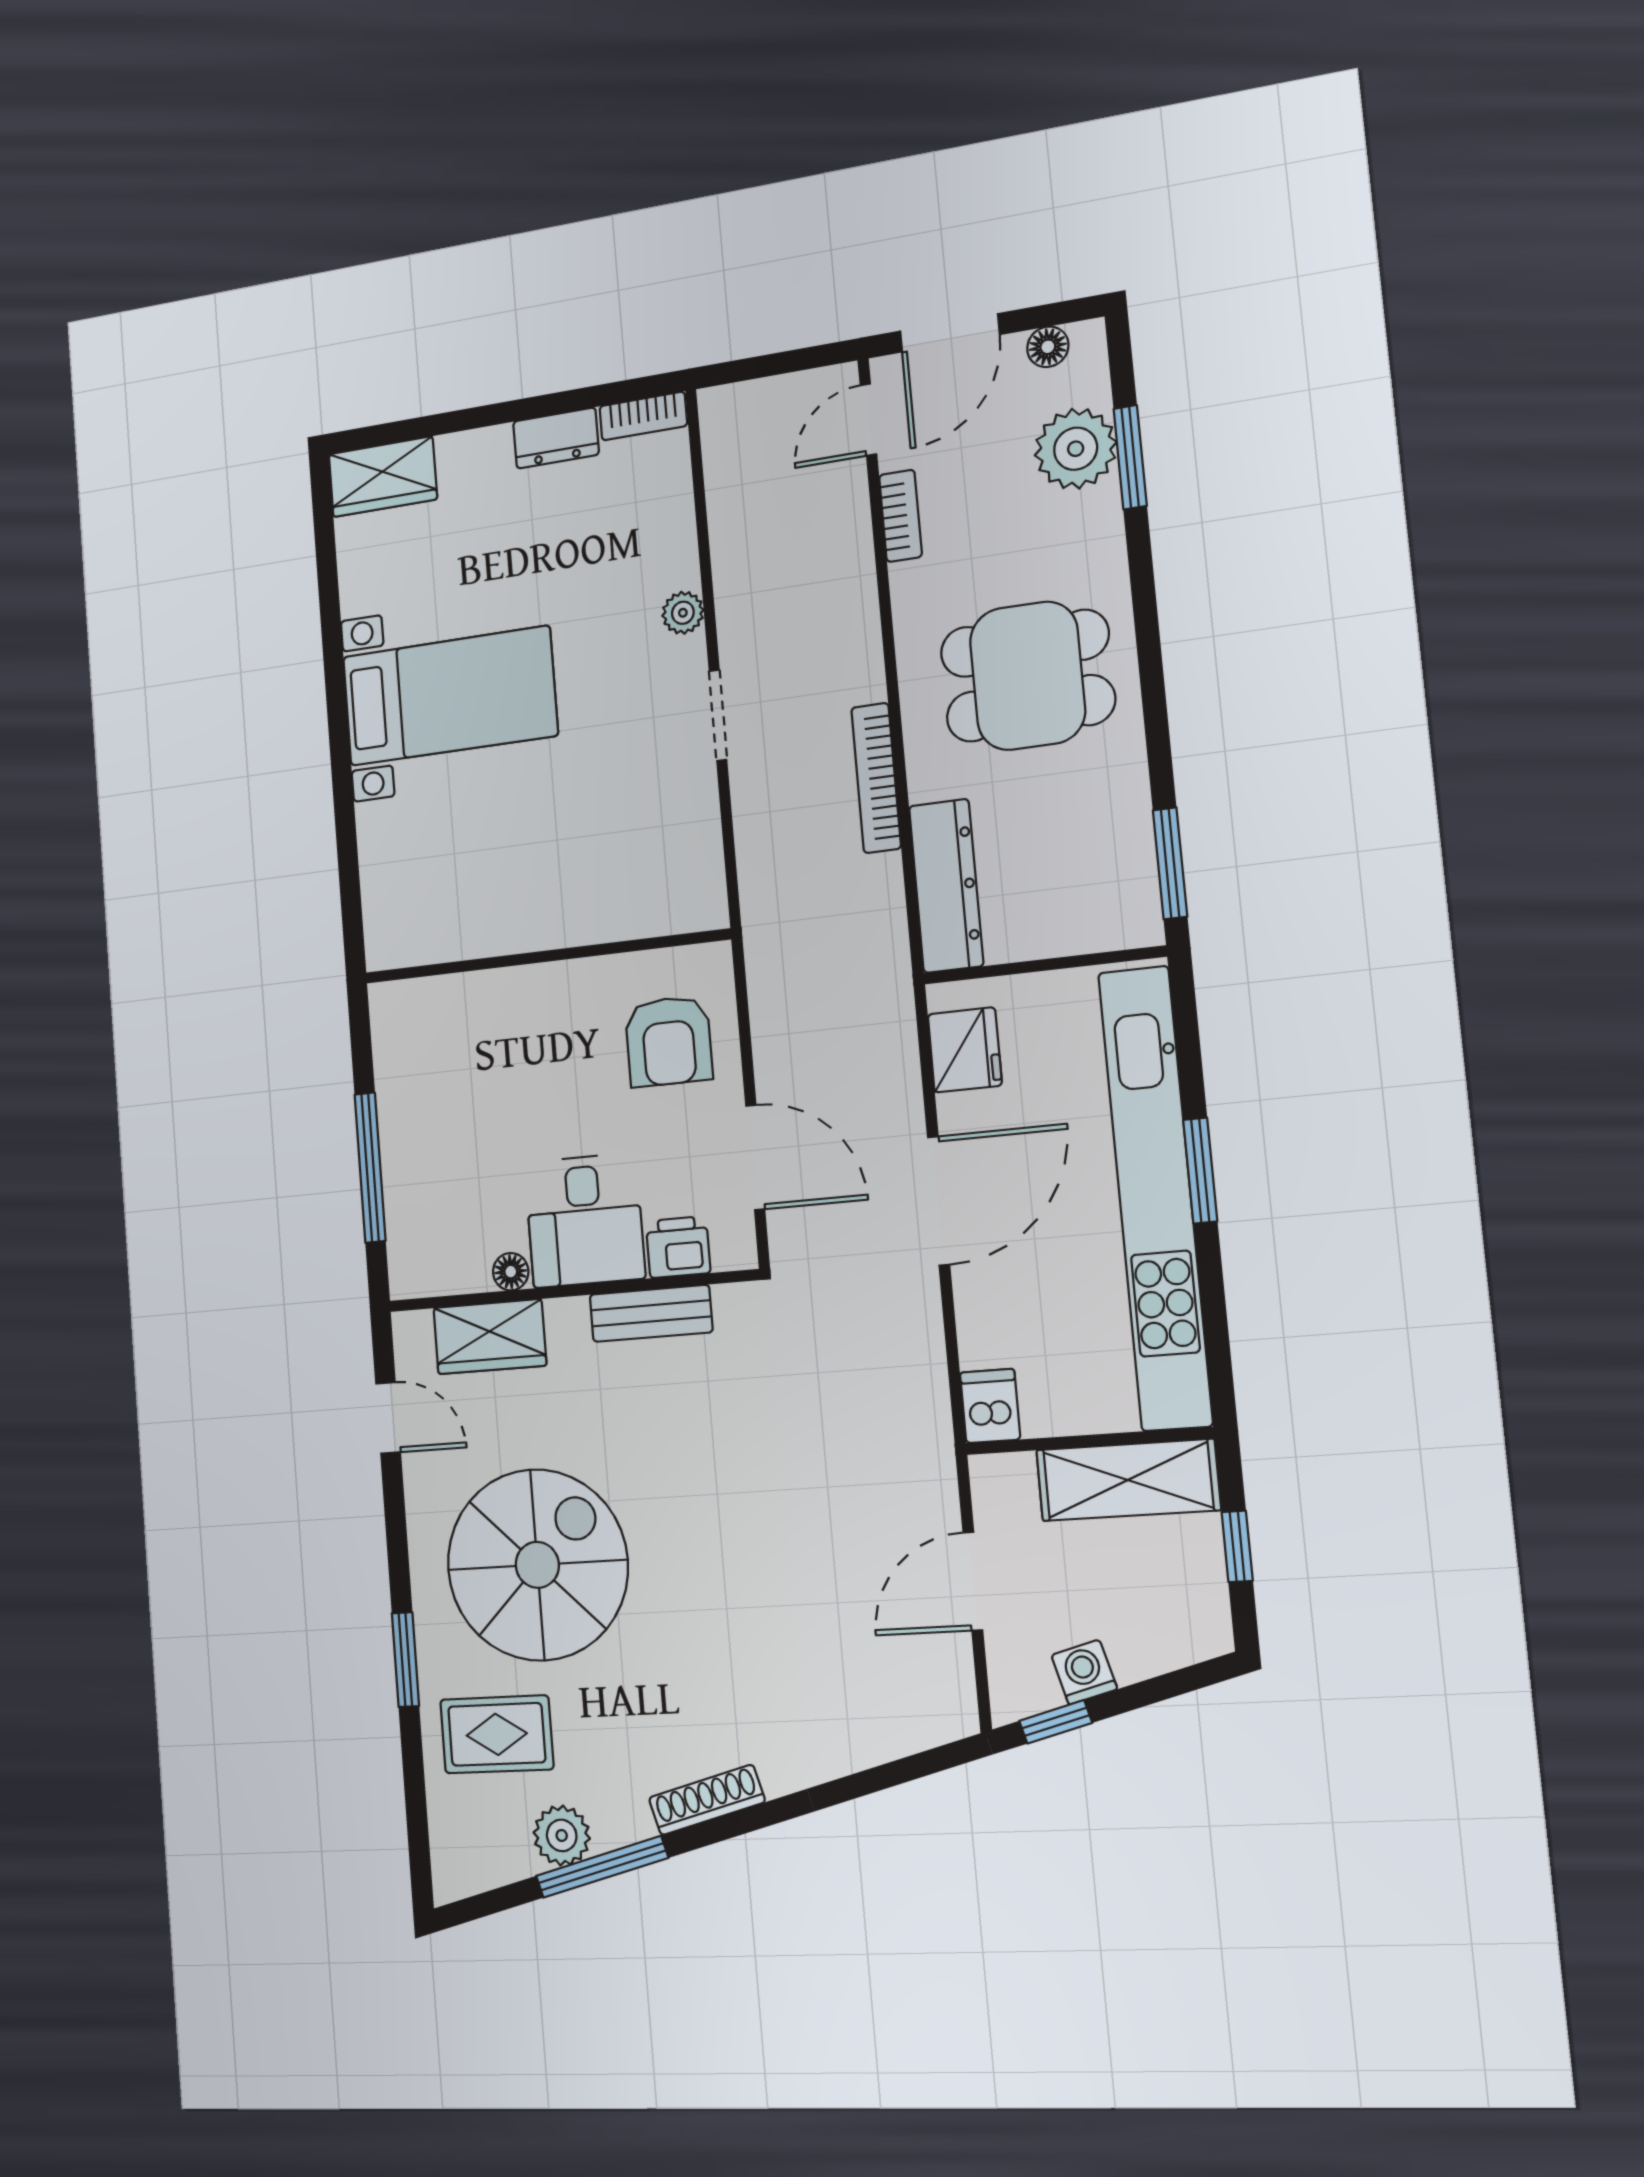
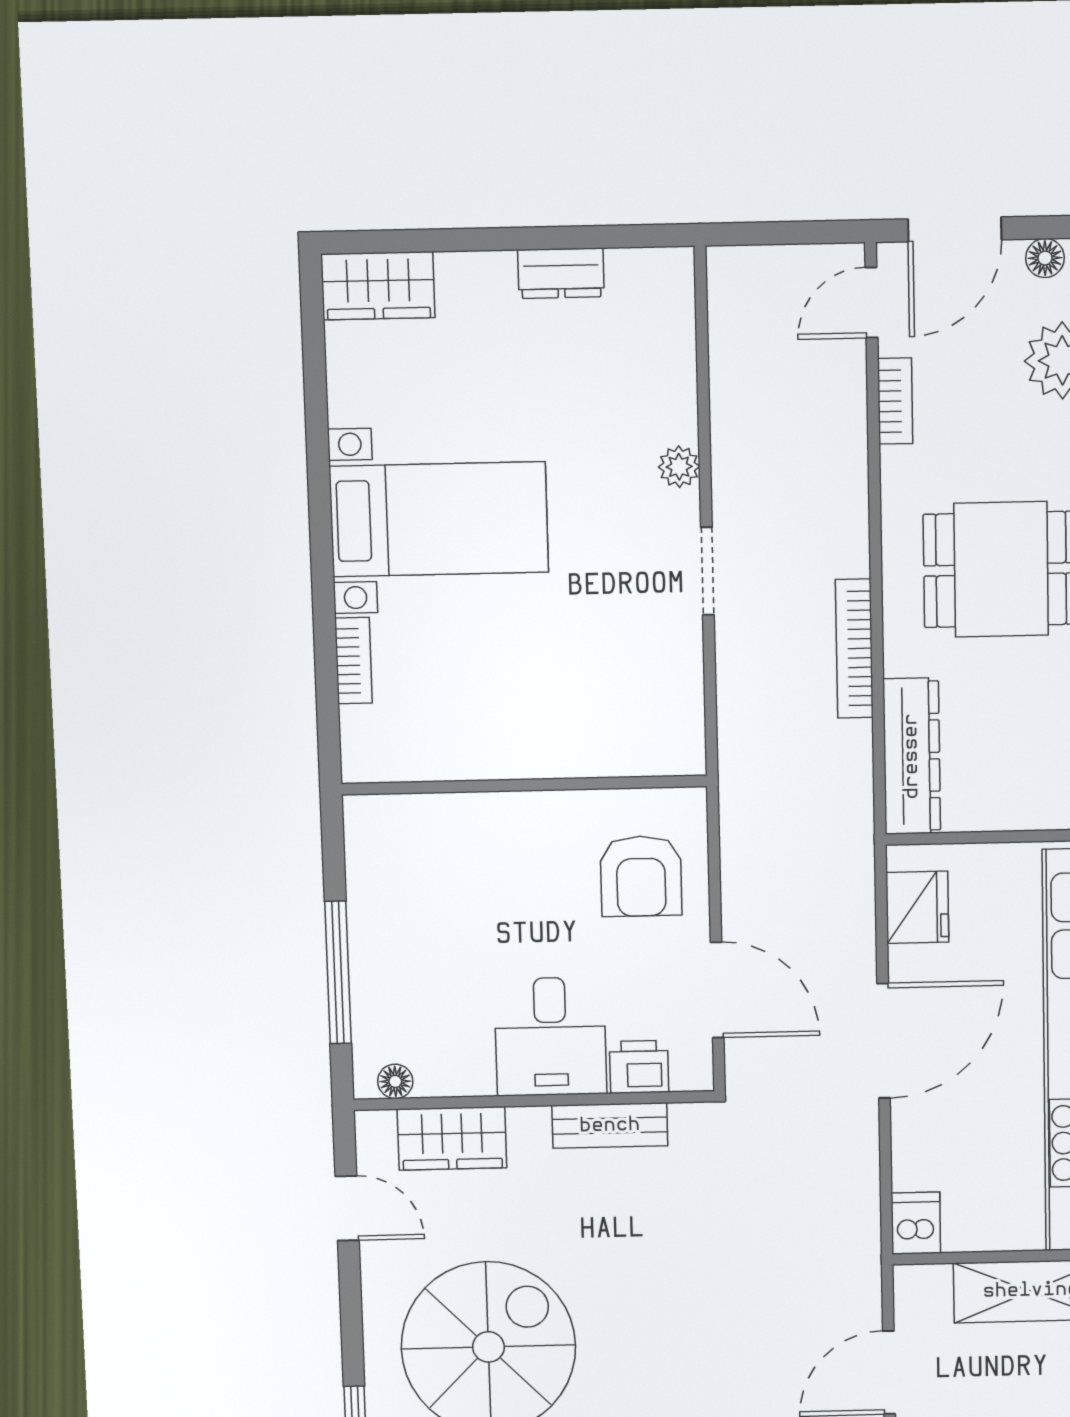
bookcase: (643, 416) -> (354, 661), moved, turned -90
floor lamp: (511, 1272) -> (395, 1081), moved

